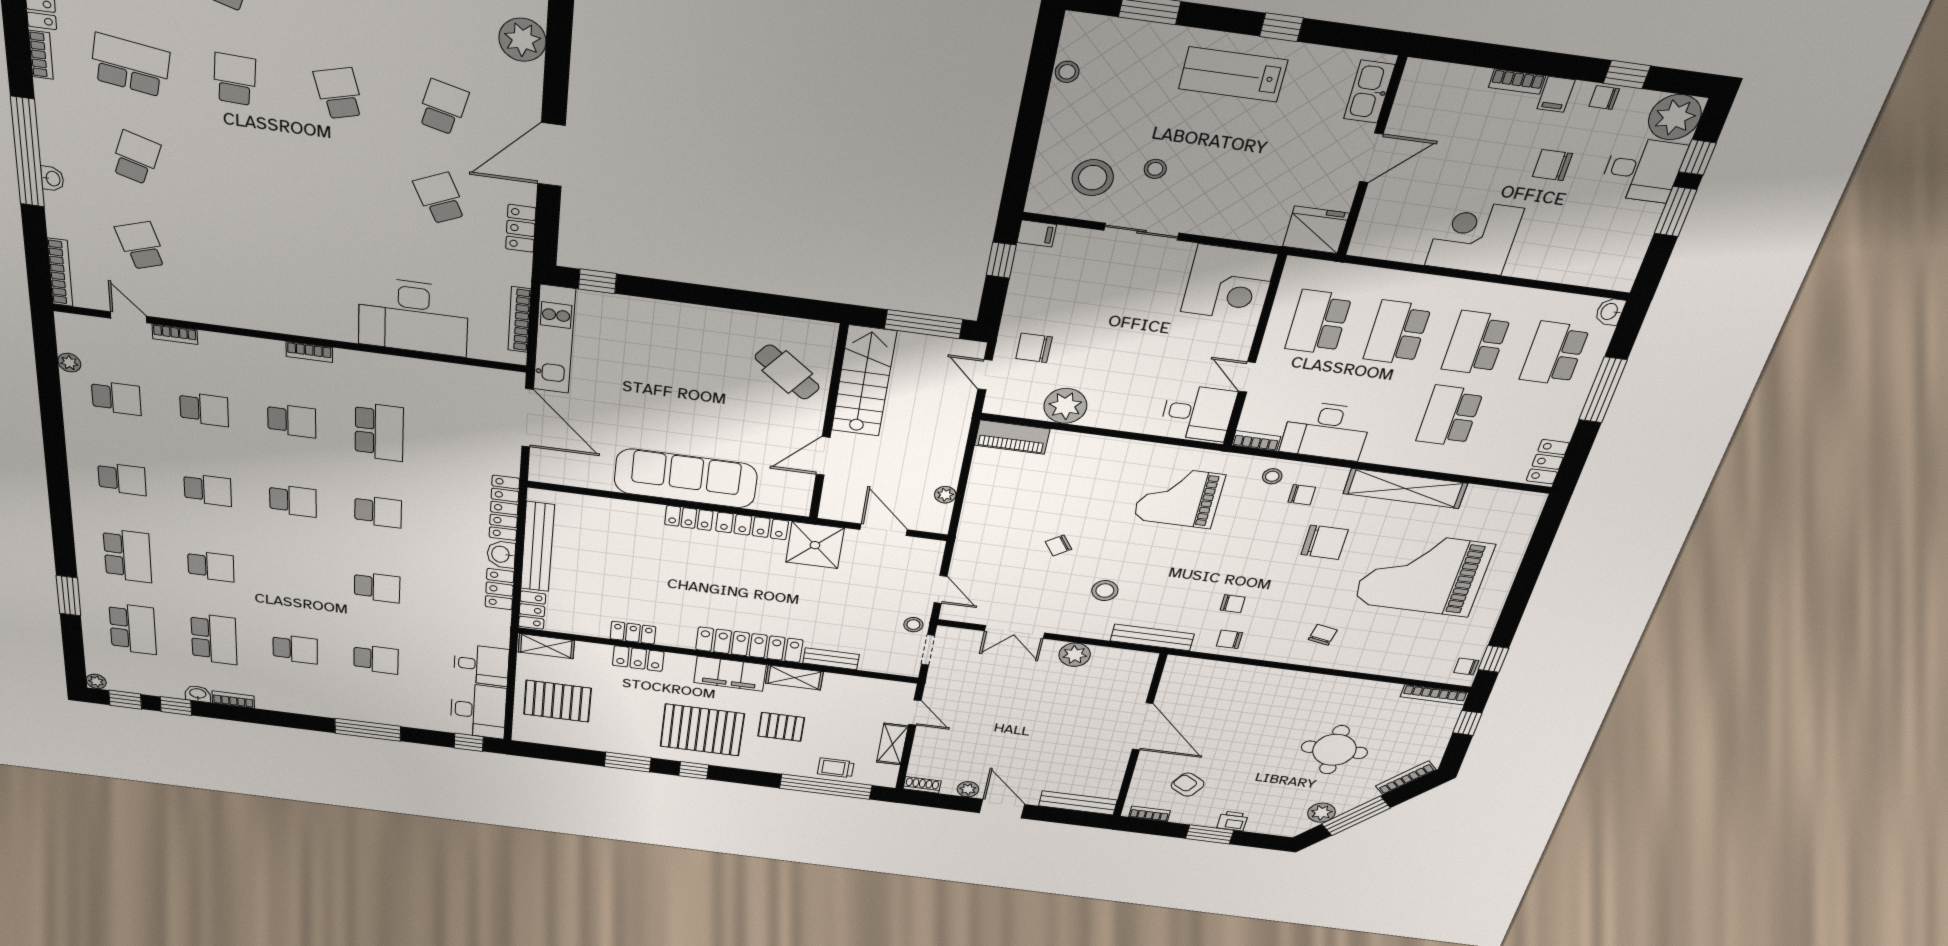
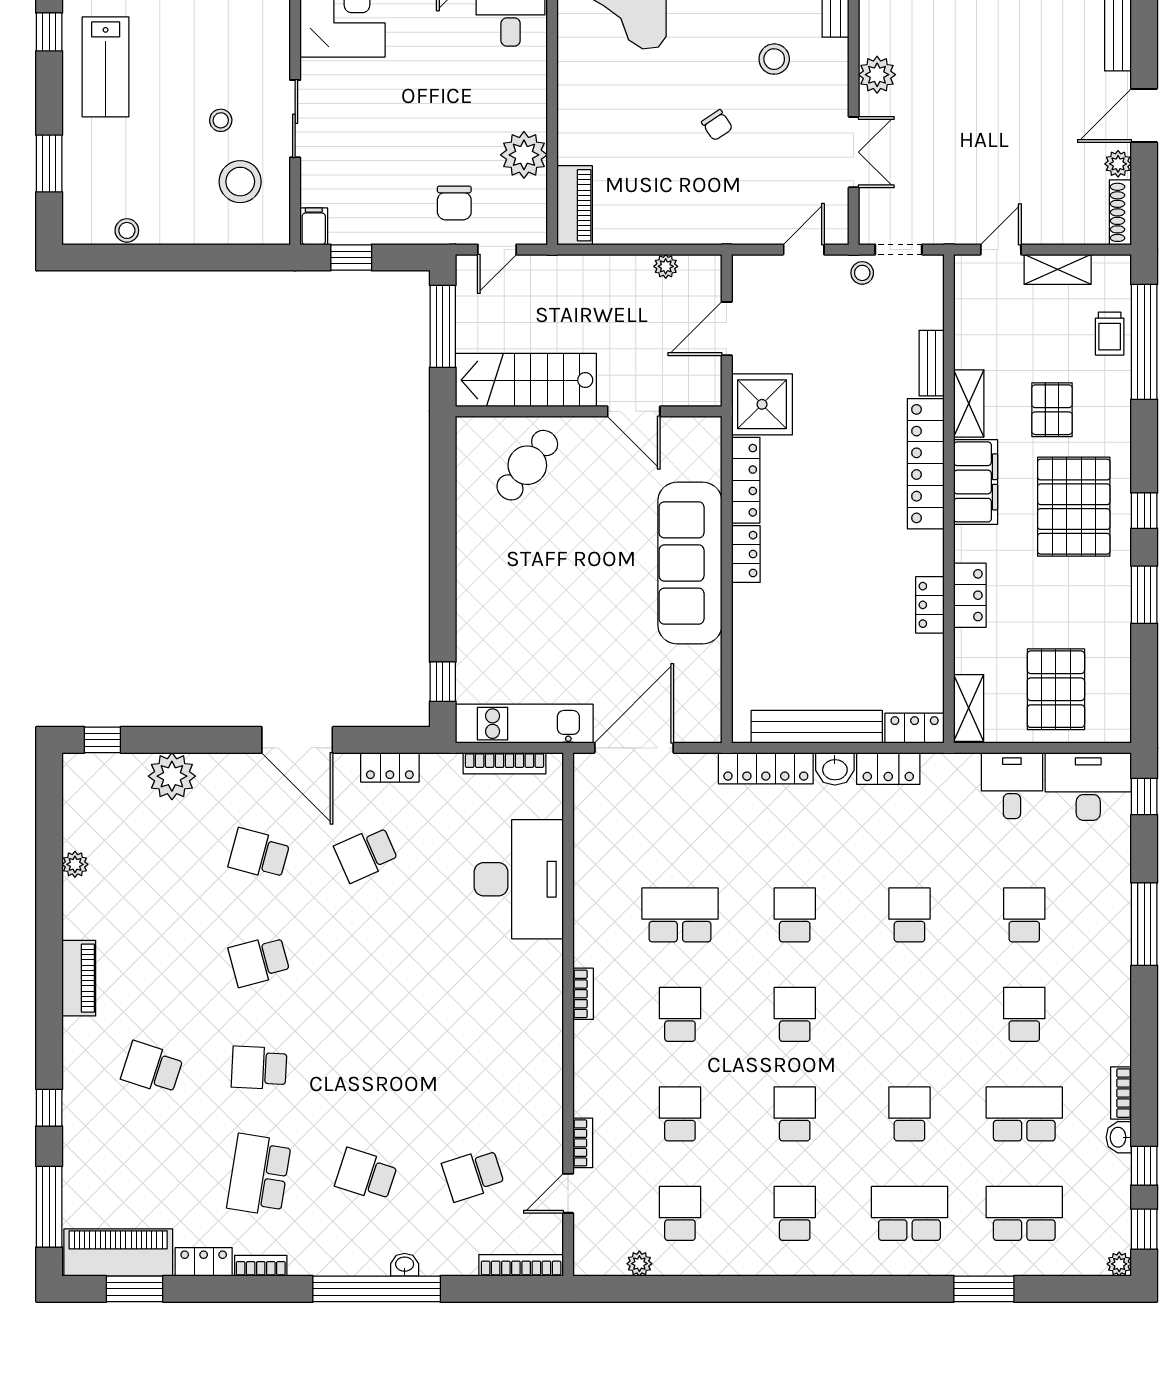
shoe rack: (922, 785) -> (1120, 212), width x1.43

